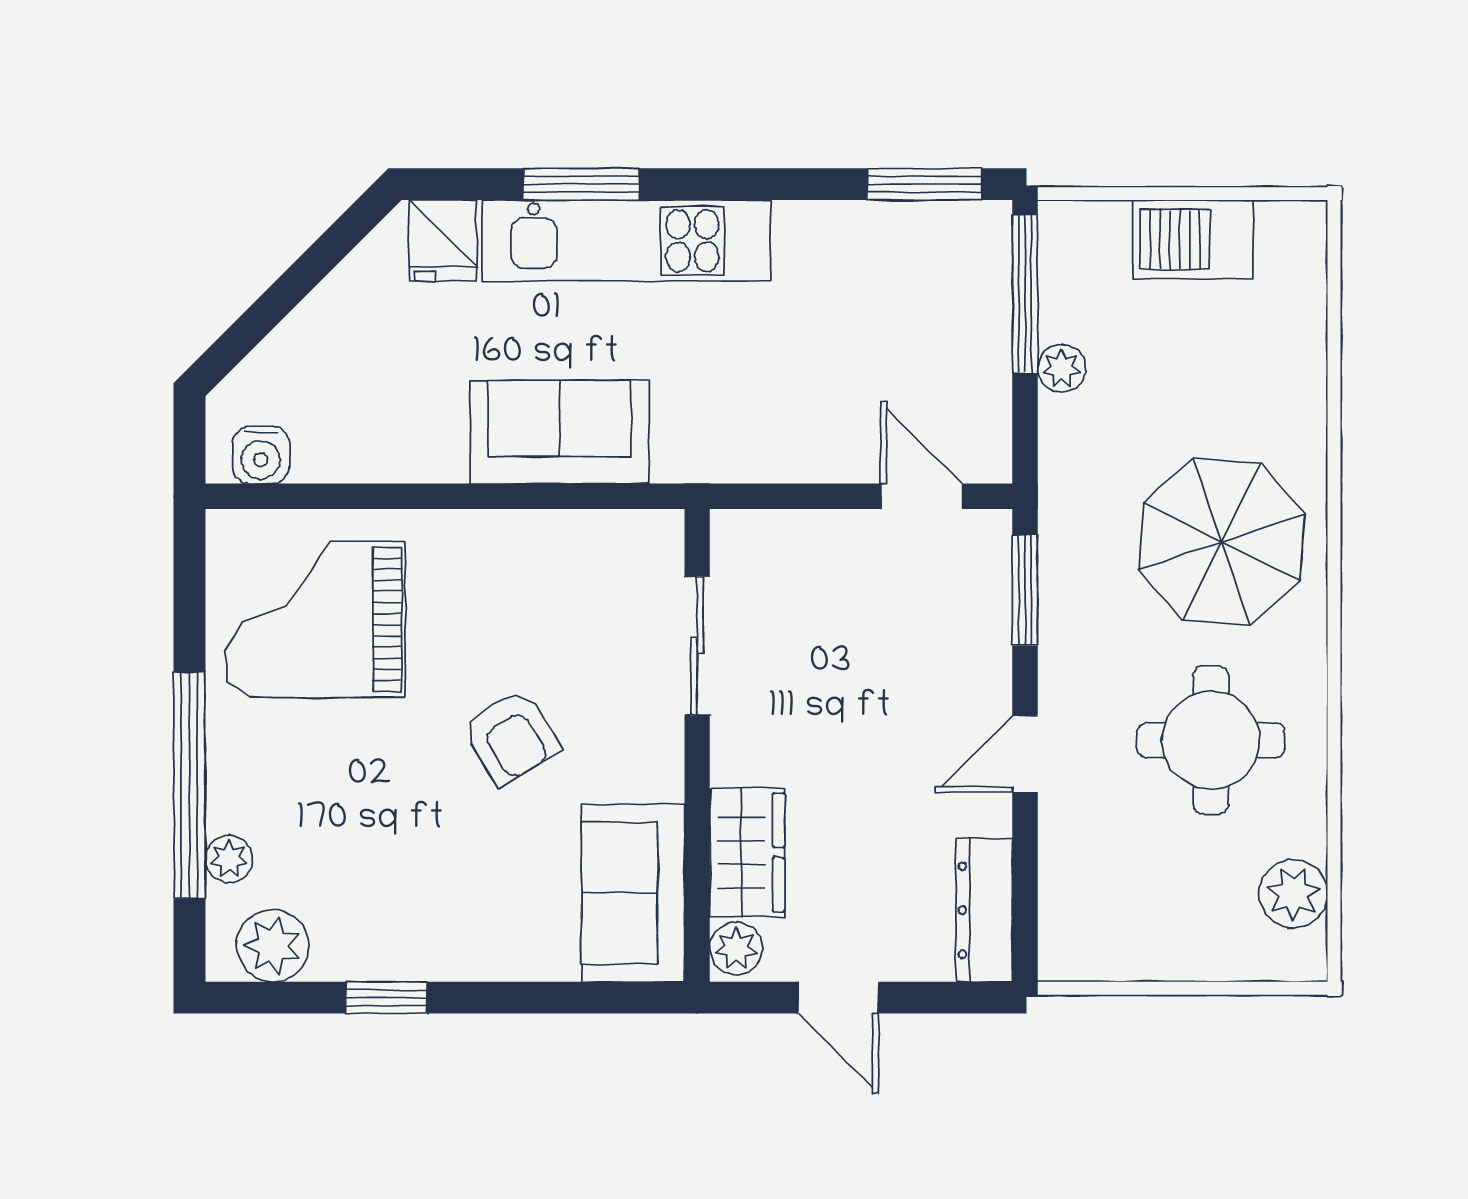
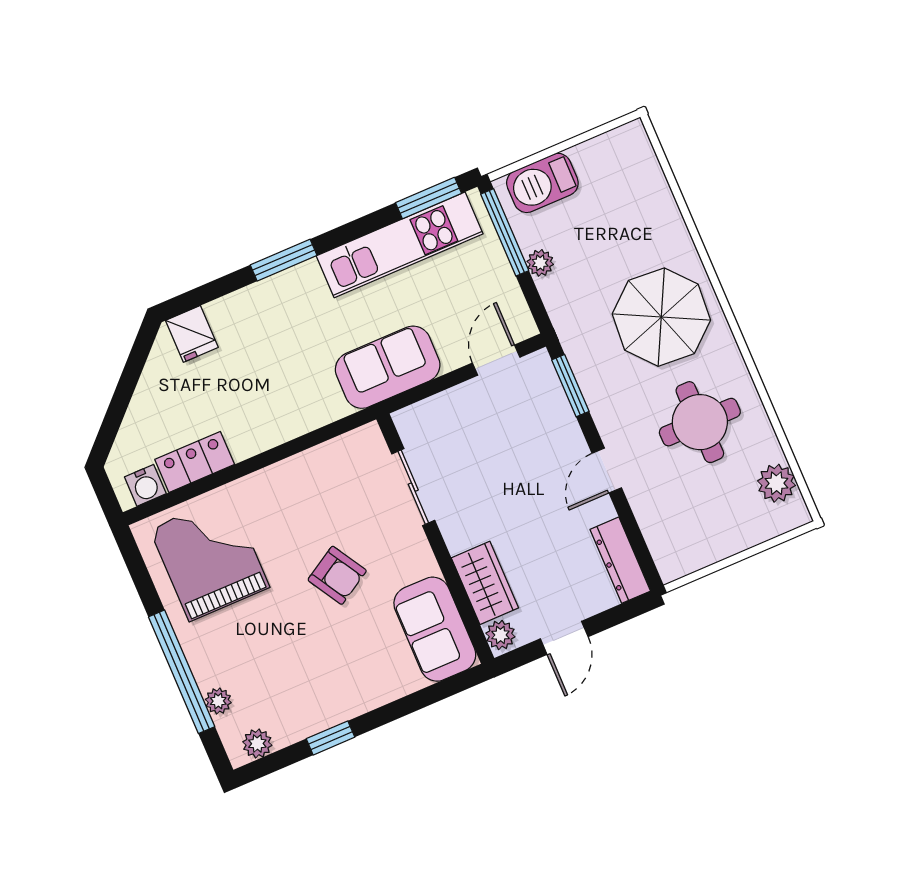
window: (581, 184) -> (284, 260), moved
barbecue: (1193, 239) -> (542, 183), moved
kitchen unit: (626, 241) -> (400, 245), moved
sofa: (559, 432) -> (388, 367), moved
locker: (358, 452) -> (195, 462), added
door: (922, 496) -> (496, 360), hinge flipped
grand piano: (315, 619) -> (210, 558), turned 90
plant: (273, 946) -> (257, 744), width x0.73, depth x0.73
door: (838, 998) -> (564, 638), hinge flipped

